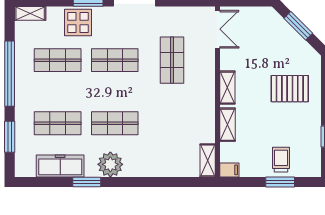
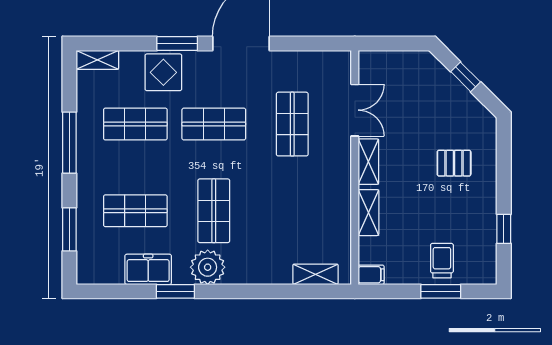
window: (298, 26) -> (466, 77), width x0.67
double door: (218, 29) -> (355, 110), moved
window: (10, 74) -> (69, 143), width x0.68
pallet: (290, 89) -> (454, 163), width x0.67, depth x0.71
shop shelf: (115, 123) -> (214, 211), turned 90
shelving: (208, 160) -> (315, 274), moved, turned 90
freezer: (60, 166) -> (148, 269), width x0.71

